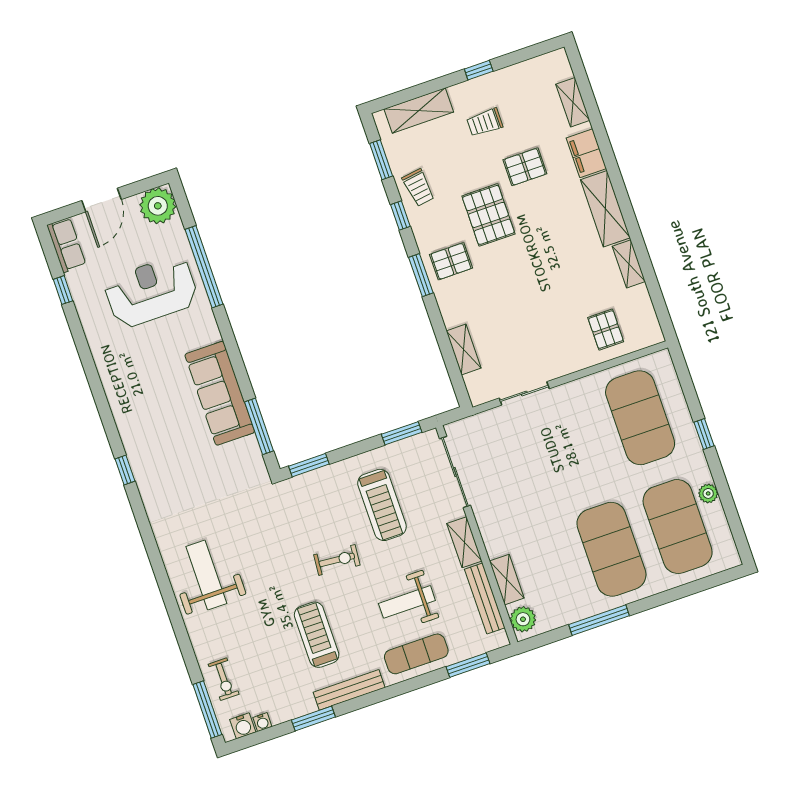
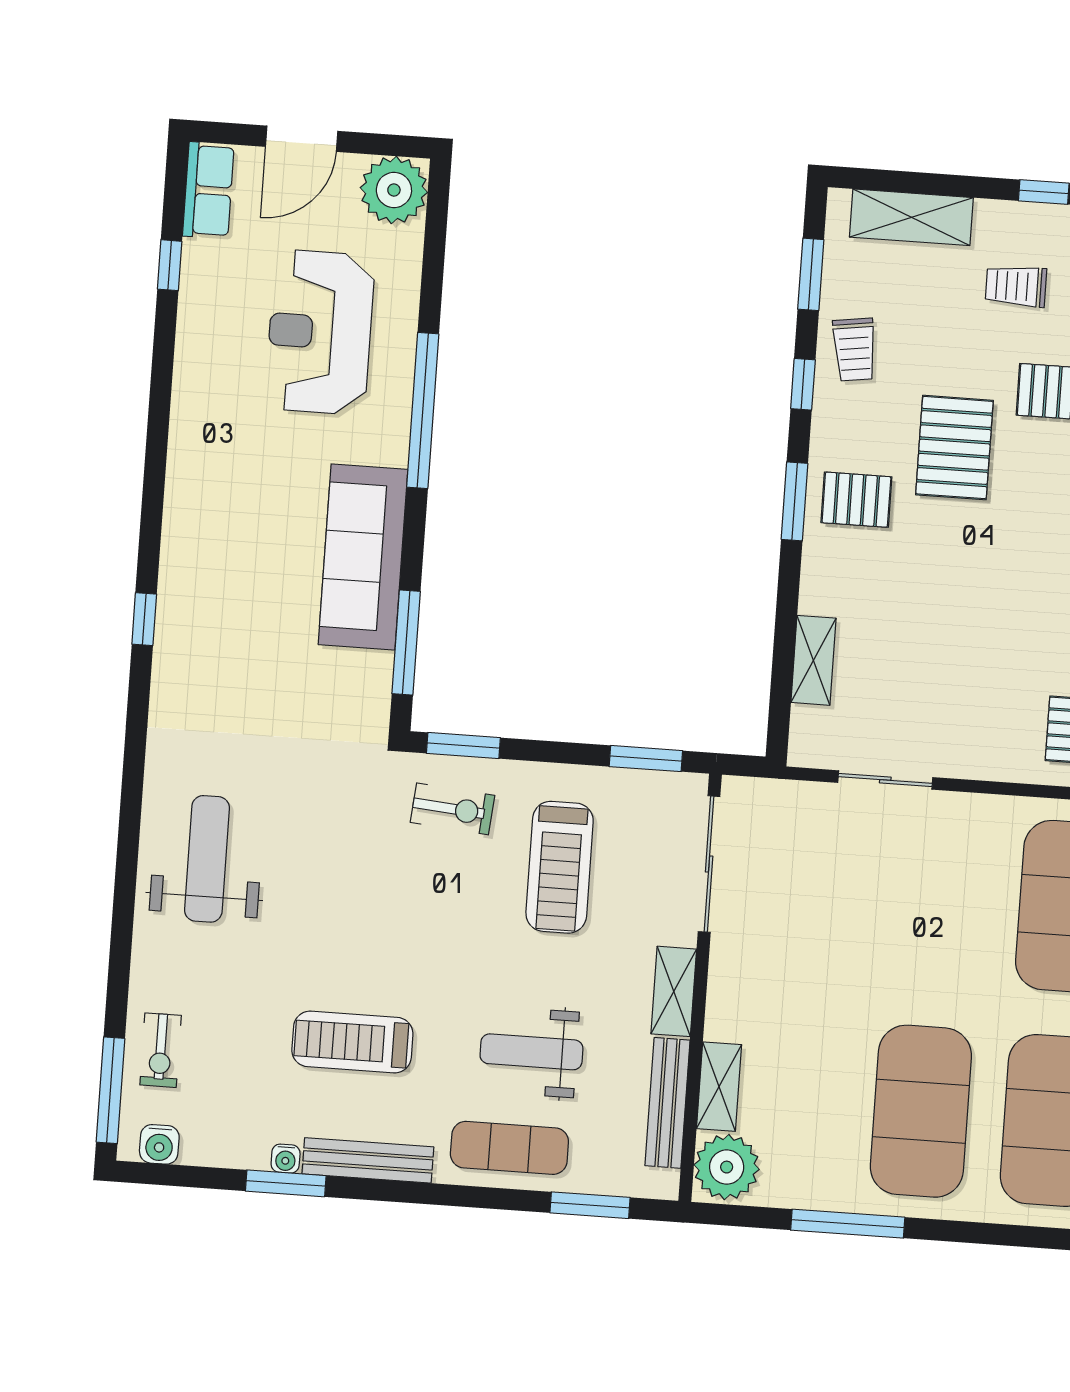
window: (204, 267) -> (423, 410), moved
reception desk: (151, 292) -> (320, 332), turned -90
exercise bike: (337, 560) -> (453, 809), moved
plant: (523, 619) -> (727, 1167), width x1.36, depth x1.36
treadmill: (317, 635) -> (352, 1042), turned -90
water cooler: (262, 722) -> (286, 1159), moved

